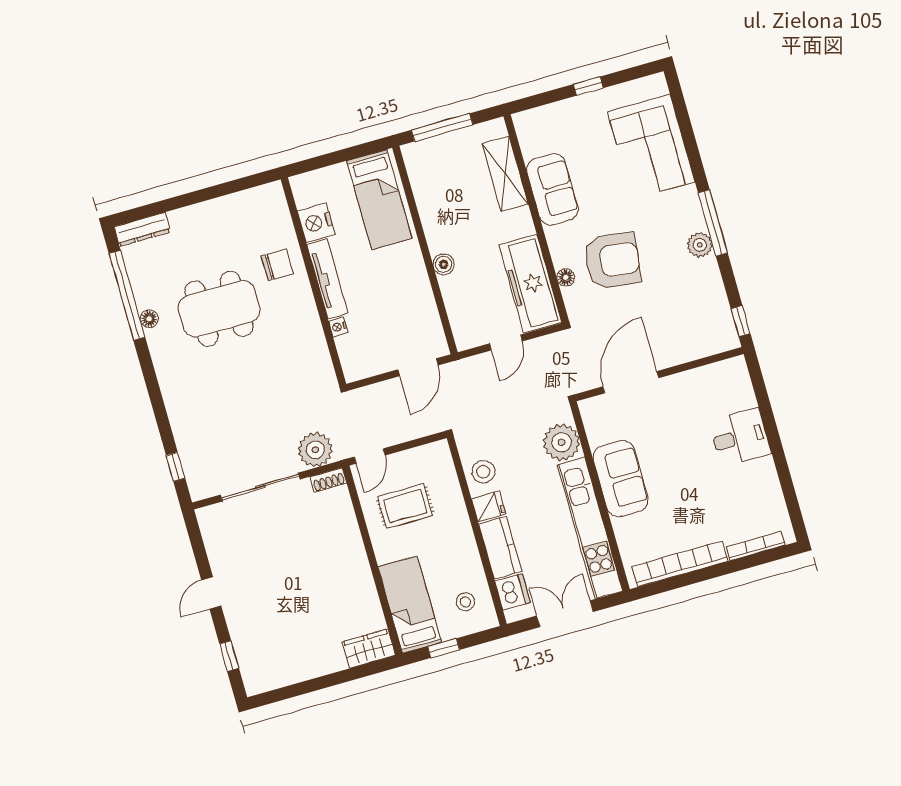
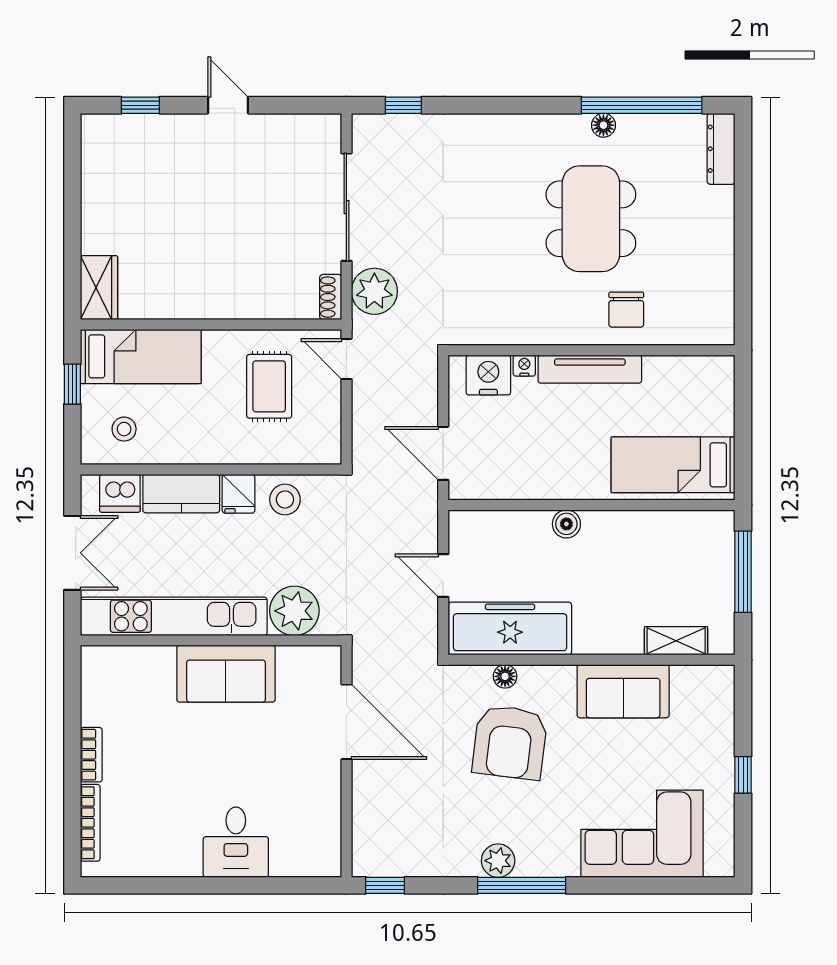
shelving: (505, 174) -> (676, 641), width x0.67, depth x0.75
nightstand: (316, 223) -> (488, 375), moved
bookcase: (680, 564) -> (91, 755), width x0.43, depth x0.76

